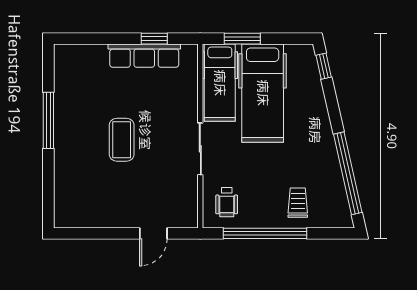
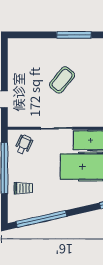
coffee table: (122, 140) -> (62, 80), turned -51
wheelchair: (227, 202) -> (24, 145), turned 115

